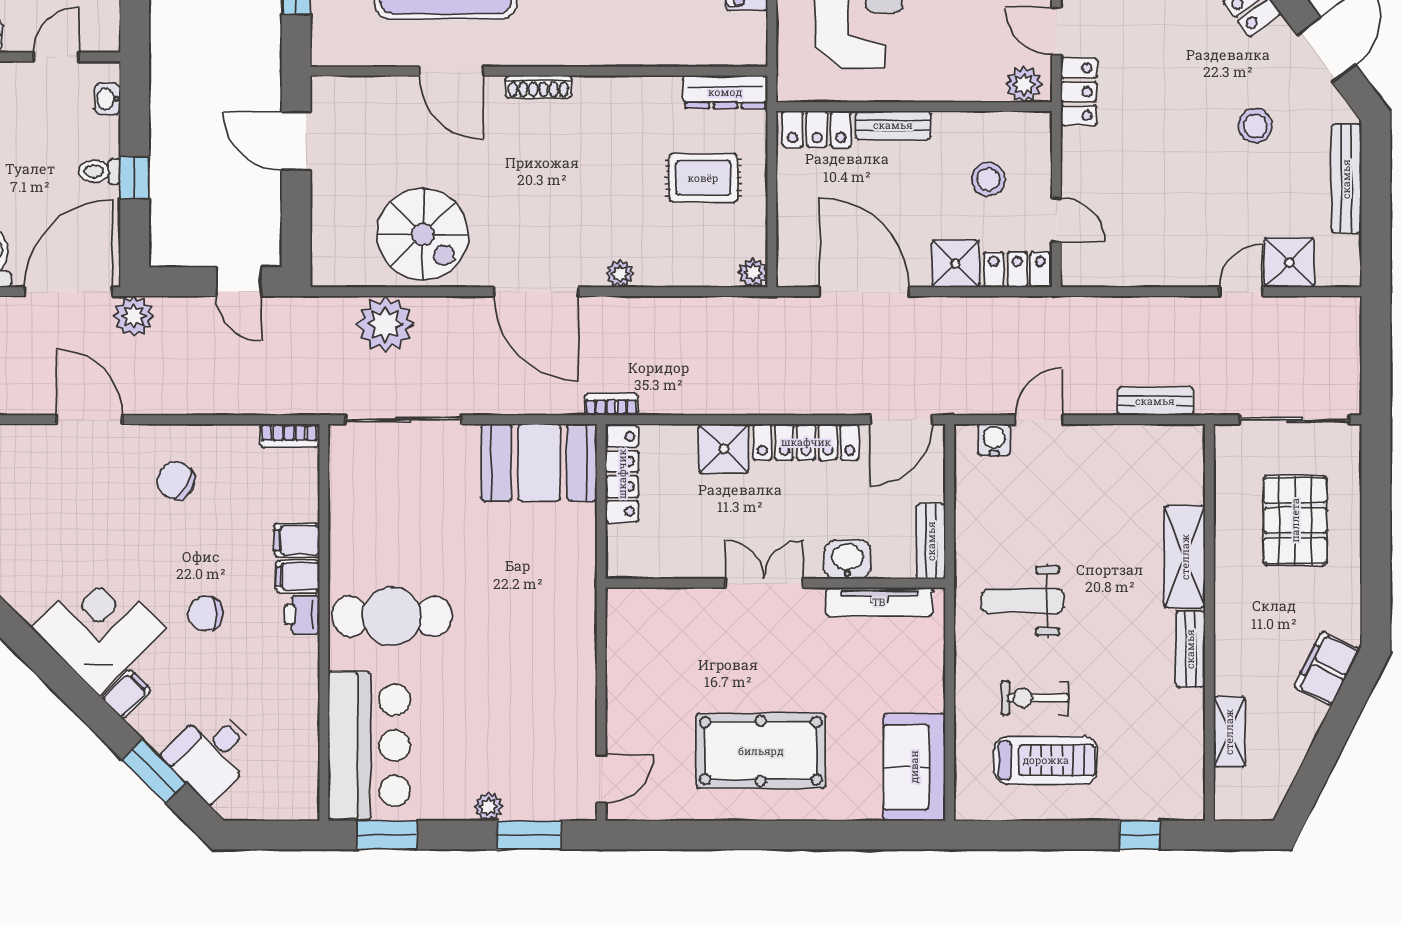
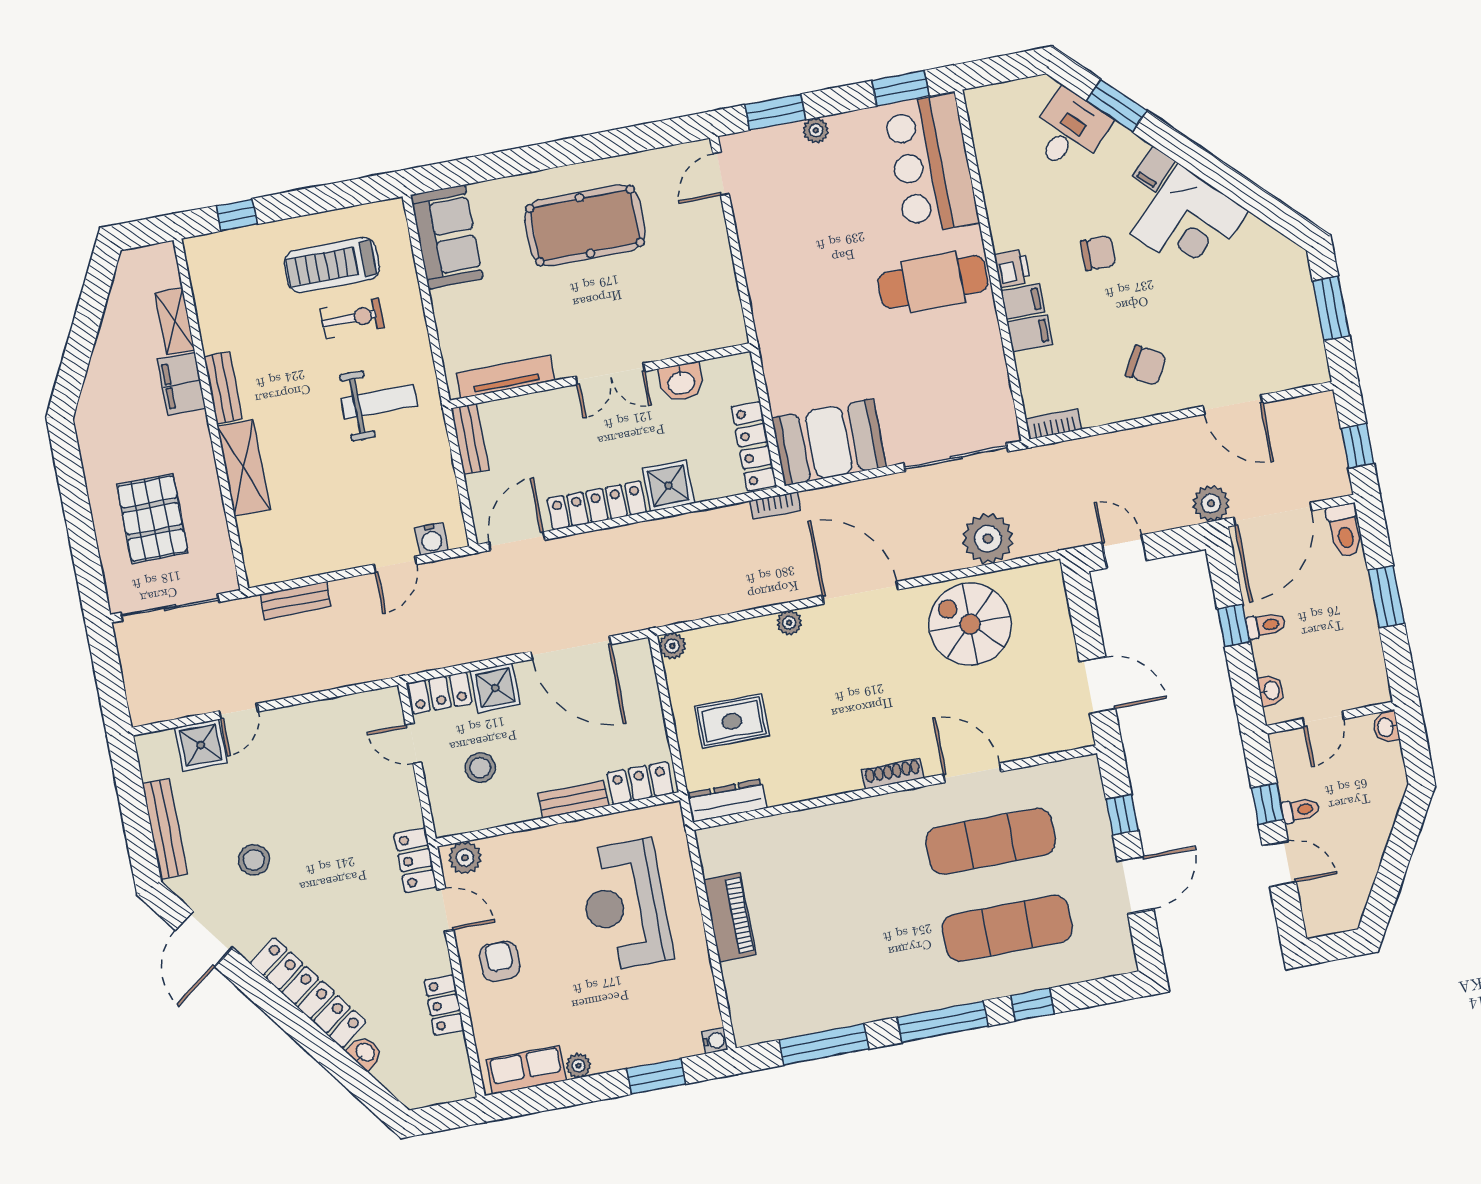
washbasin: (848, 559) -> (681, 382), moved
filing cabinet: (1327, 668) -> (182, 384), moved, turned 153

